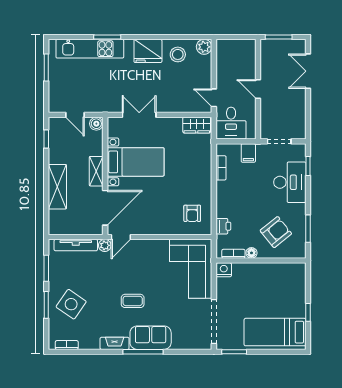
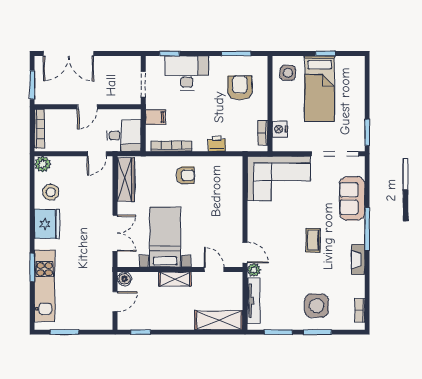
bookcase: (237, 44) -> (40, 129), added
double door: (308, 71) -> (69, 54), width x1.37
double door: (139, 115) -> (115, 233), swing flipped
wardrobe: (197, 125) -> (126, 179), width x1.50
bookcase: (221, 168) -> (171, 146), width x1.56
shelving: (57, 187) -> (219, 320), moved
door: (105, 208) -> (214, 270), width x0.53
armchair: (192, 213) -> (185, 175), moved
printer: (223, 226) -> (217, 144), moved
armchair: (276, 232) -> (240, 88), turned 39
floor lamp: (251, 253) -> (262, 114), removed
nightstand: (224, 270) -> (280, 129), moved
side table: (290, 277) -> (288, 73), added
side table: (71, 304) -> (316, 306), turned -35
bed: (275, 332) -> (320, 89), moved
sofa: (151, 338) -> (352, 198), moved

